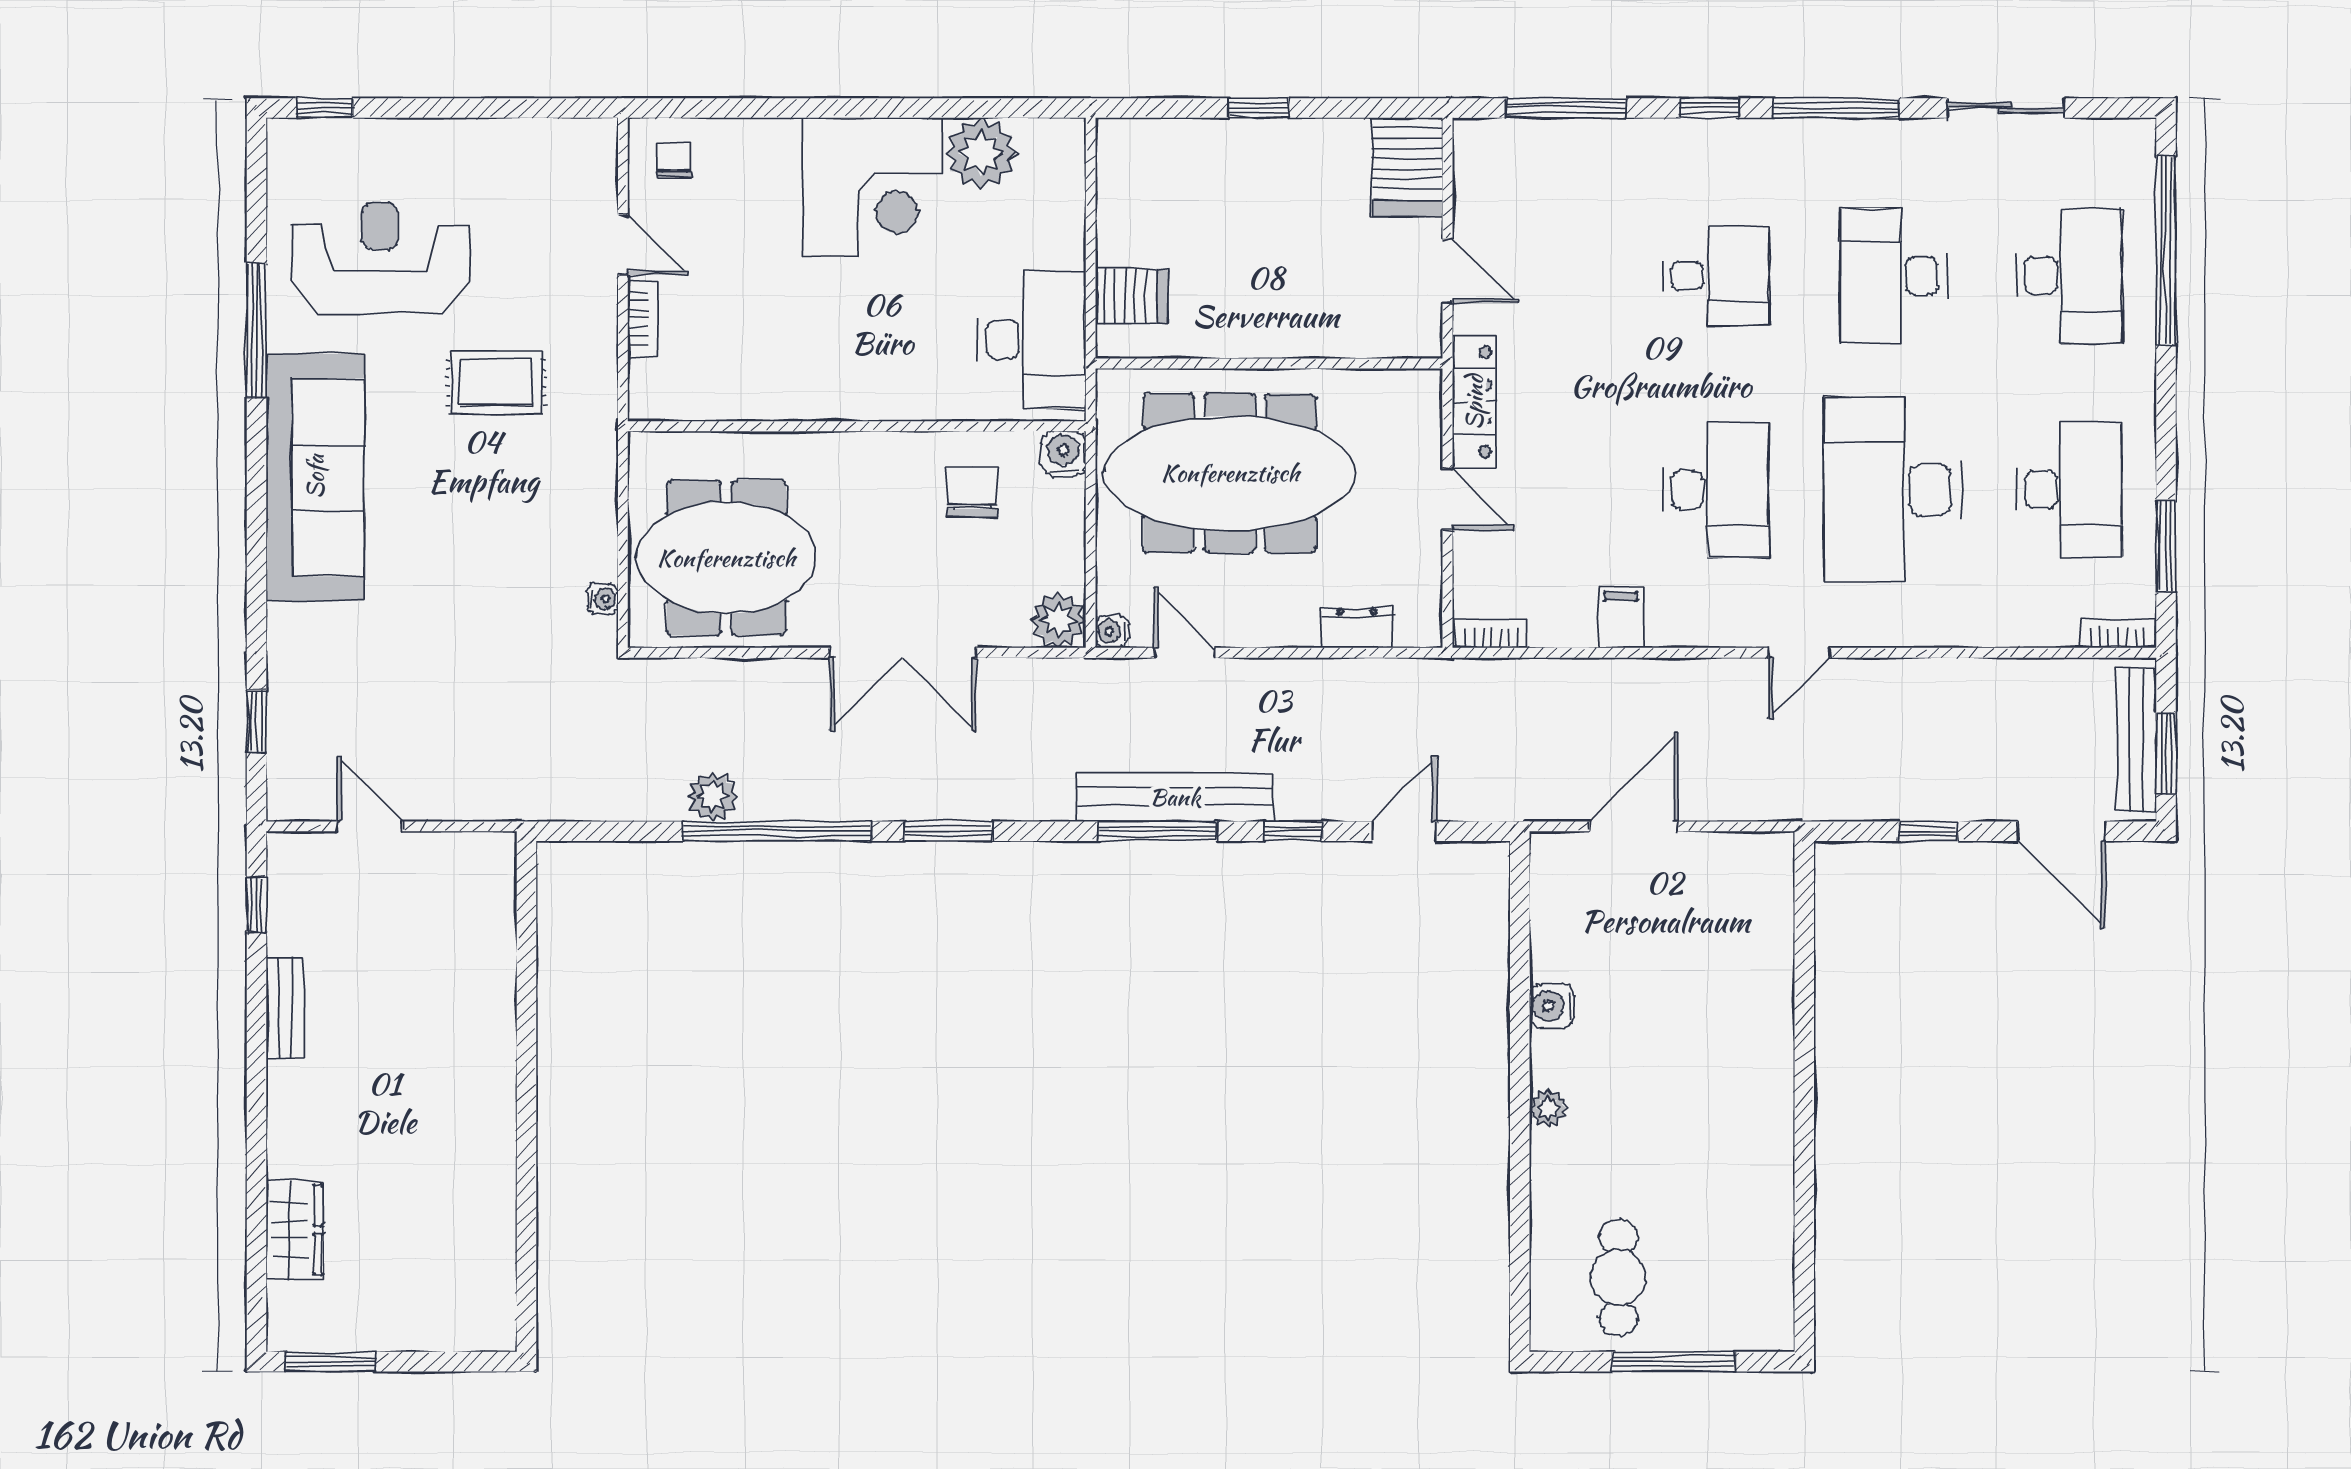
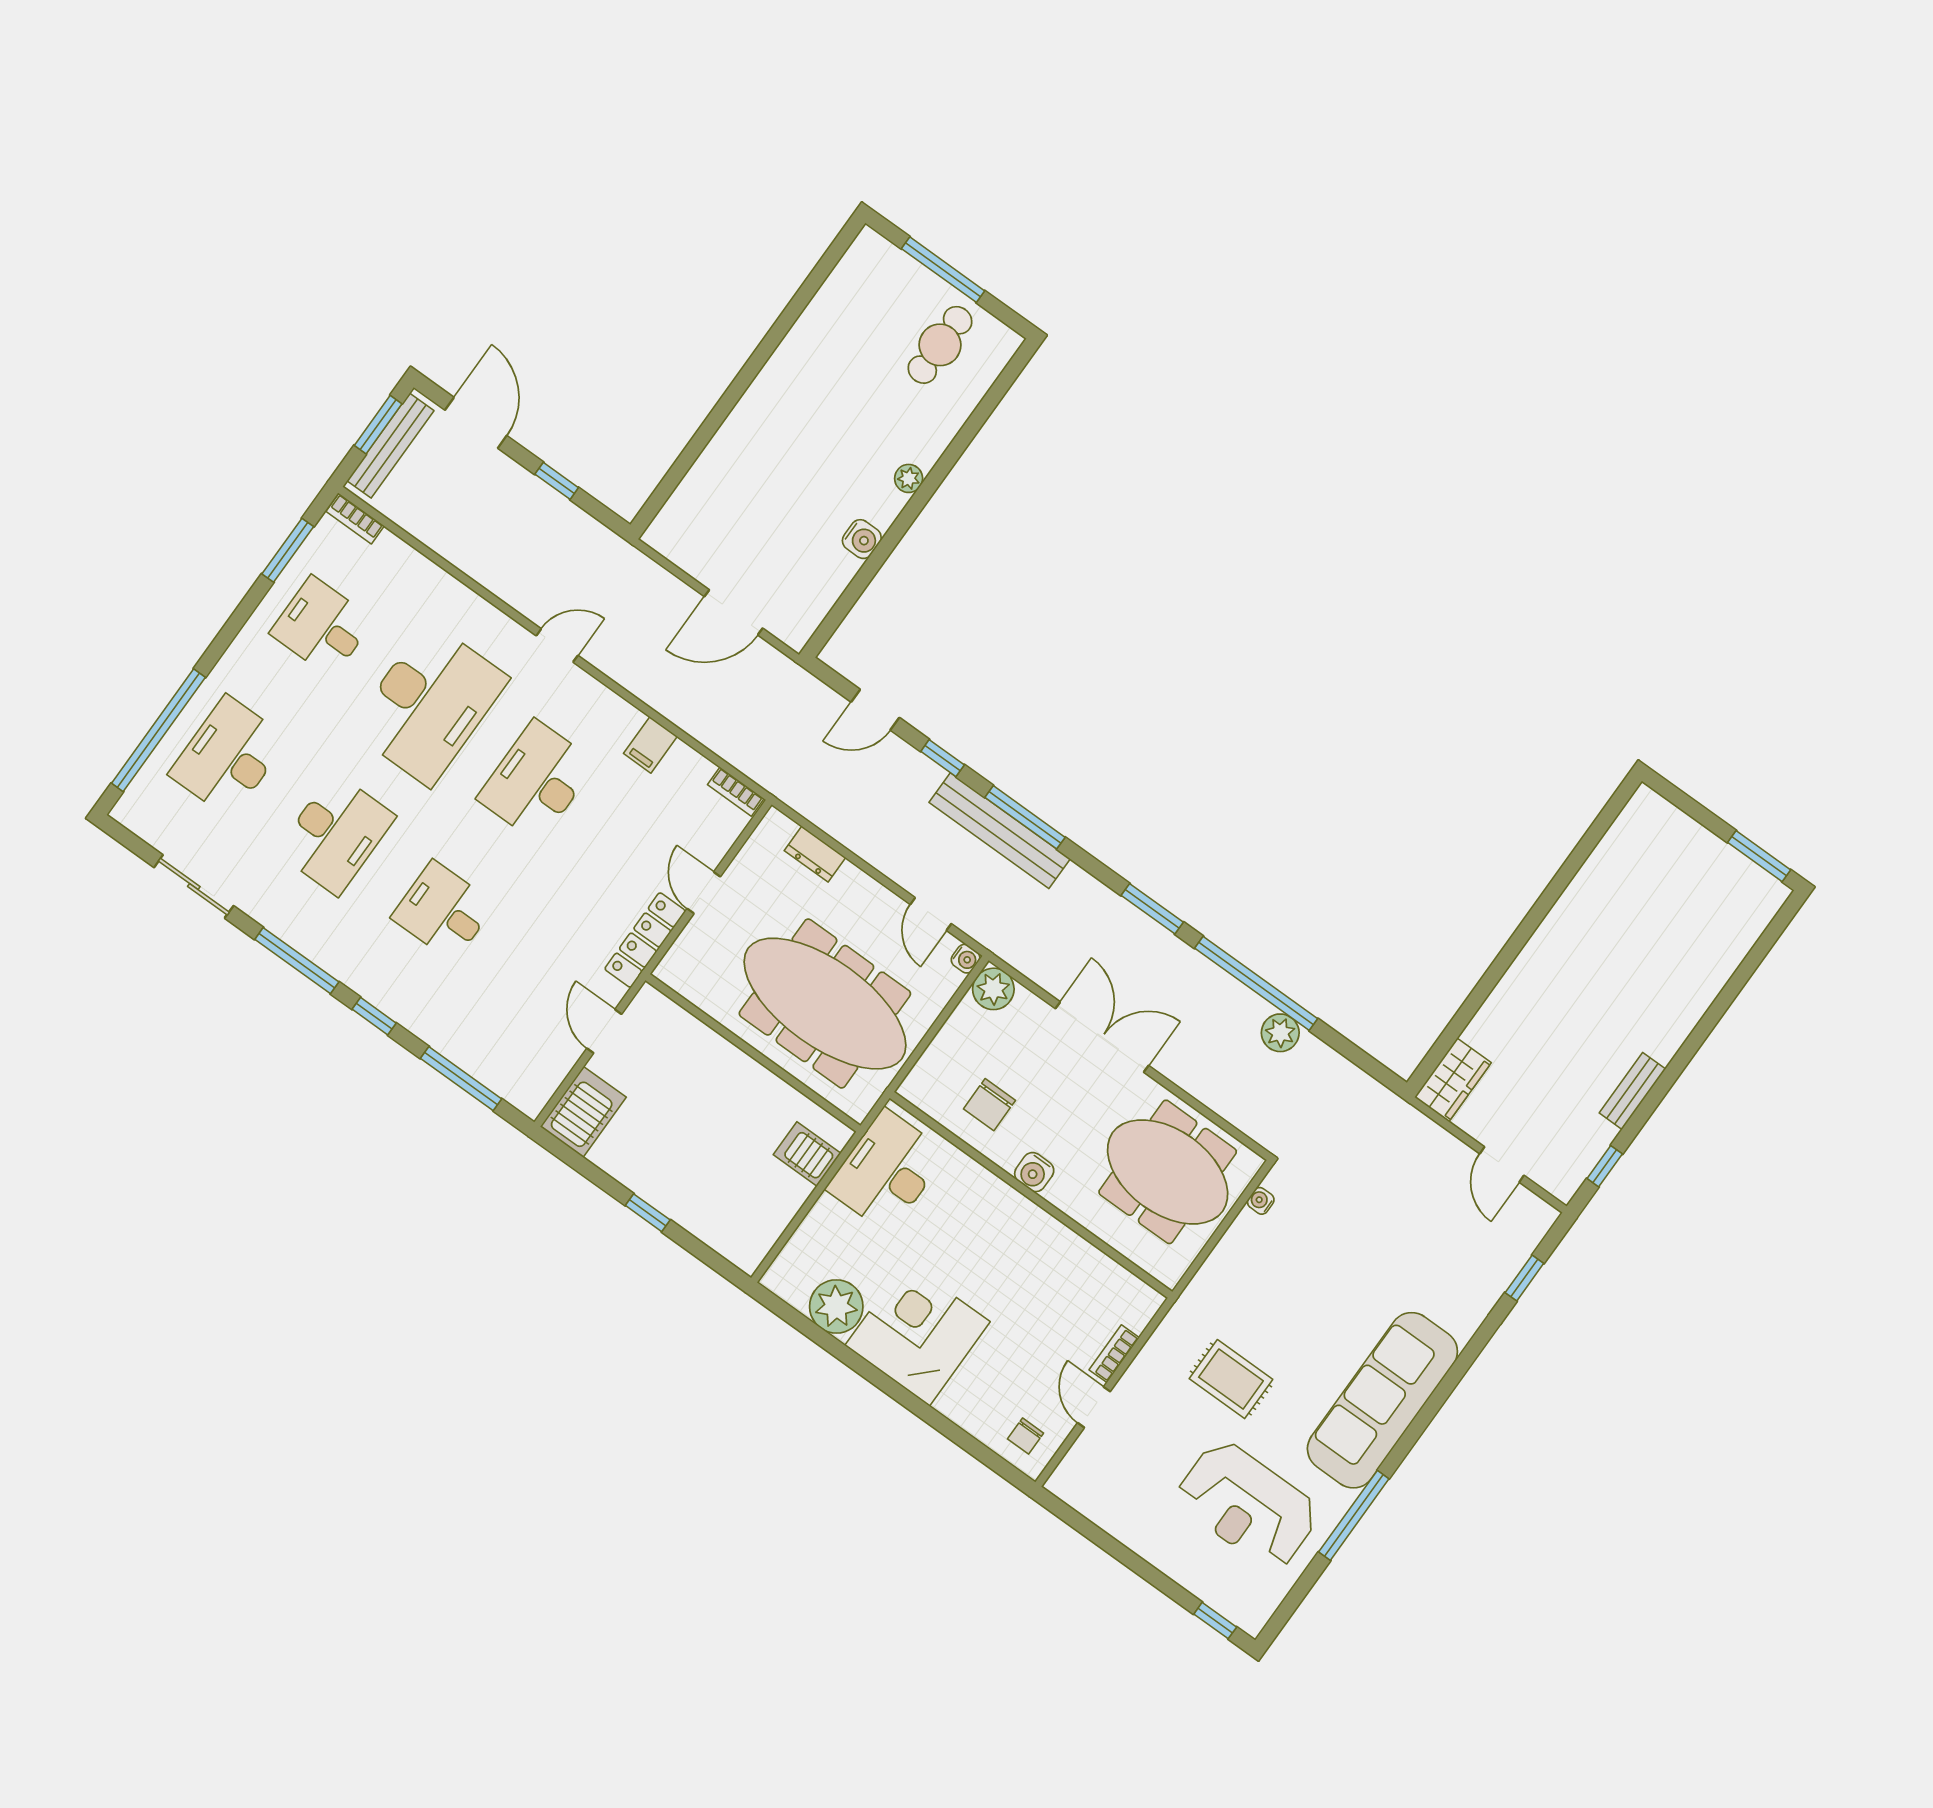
water cooler: (1063, 453) -> (1034, 1172), moved
desk: (2069, 490) -> (322, 627), width x0.73
wardrobe: (294, 1229) -> (1453, 1080), moved, turned 180

